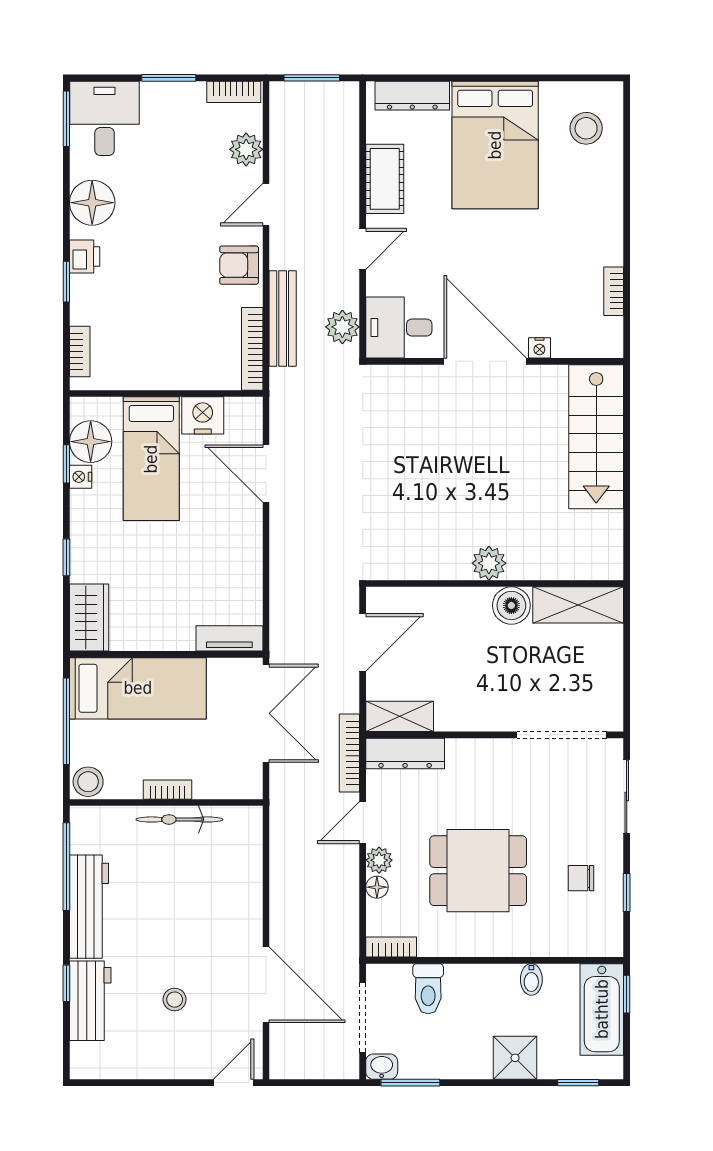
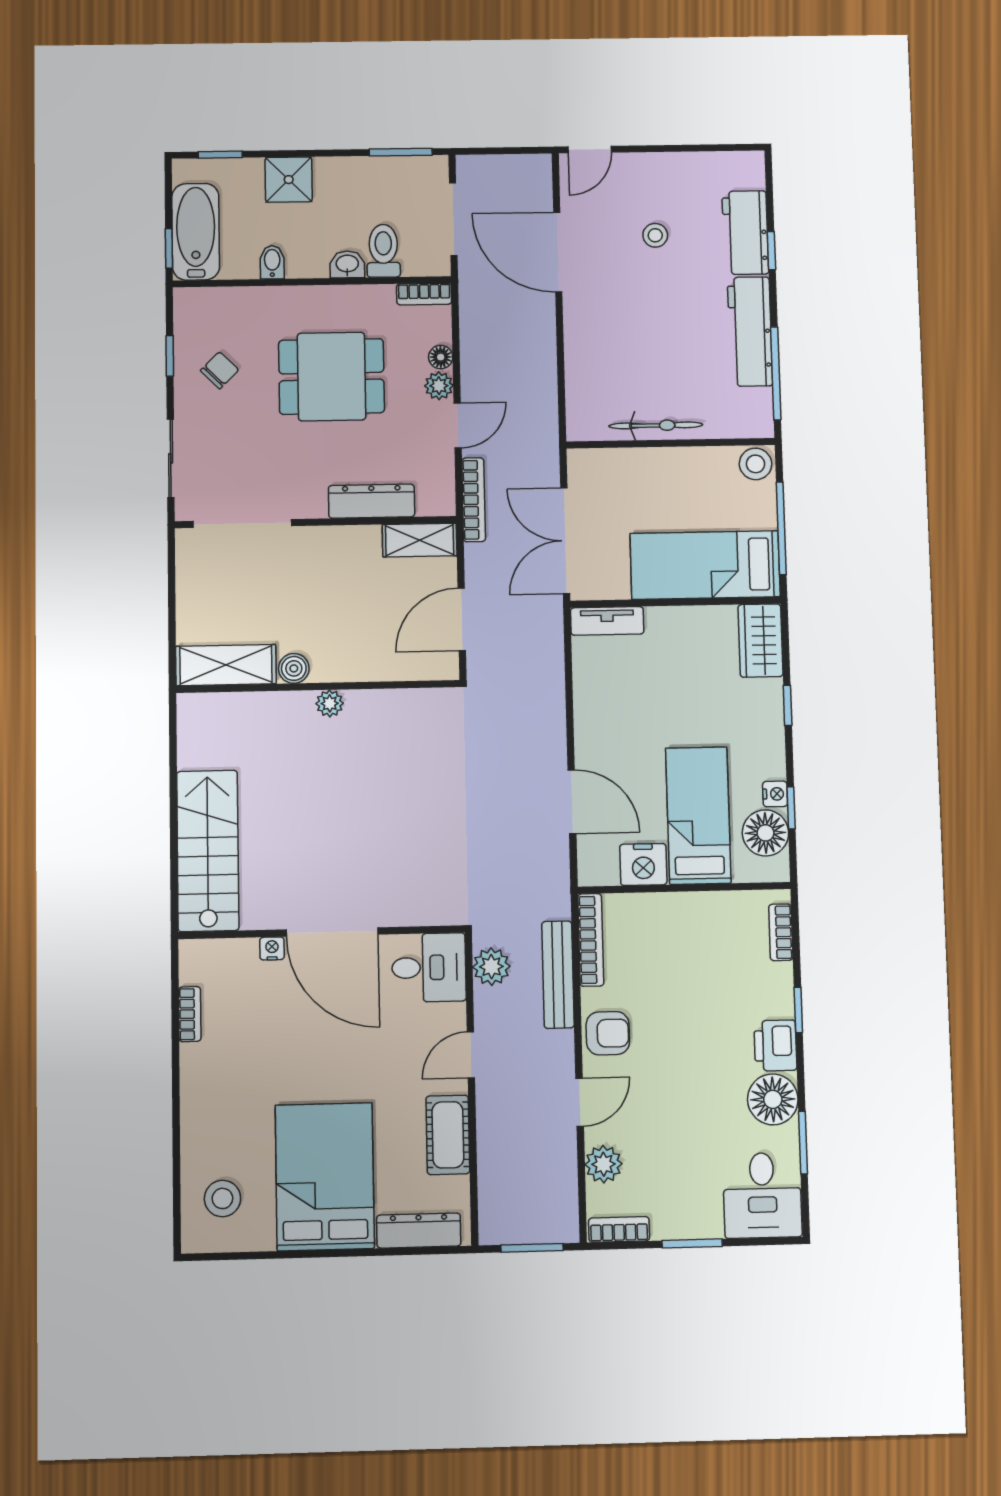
window: (66, 119) -> (803, 1143), moved
printer: (85, 256) -> (775, 1046), width x1.36, depth x1.24
plant: (489, 563) -> (330, 703), width x0.73, depth x0.73
boiler: (511, 606) -> (294, 668), width x0.73, depth x0.73
dresser: (405, 753) -> (372, 501), moved
bookcase: (168, 790) -> (670, 457), removed
chair: (581, 878) -> (220, 370), turned -45
washbasin: (382, 1067) -> (347, 264), moved, turned 180

